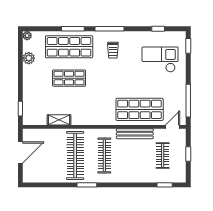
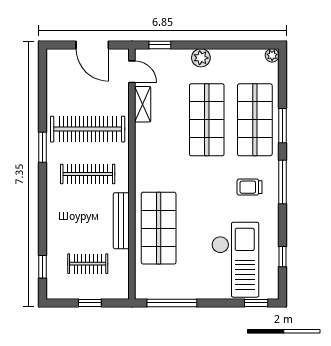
plant: (29, 58) -> (201, 58), moved
checkout: (160, 60) -> (235, 260), width x1.36, depth x1.21
shop shelf: (69, 78) -> (207, 120), width x1.43, depth x1.36
door: (173, 127) -> (132, 72), moved

